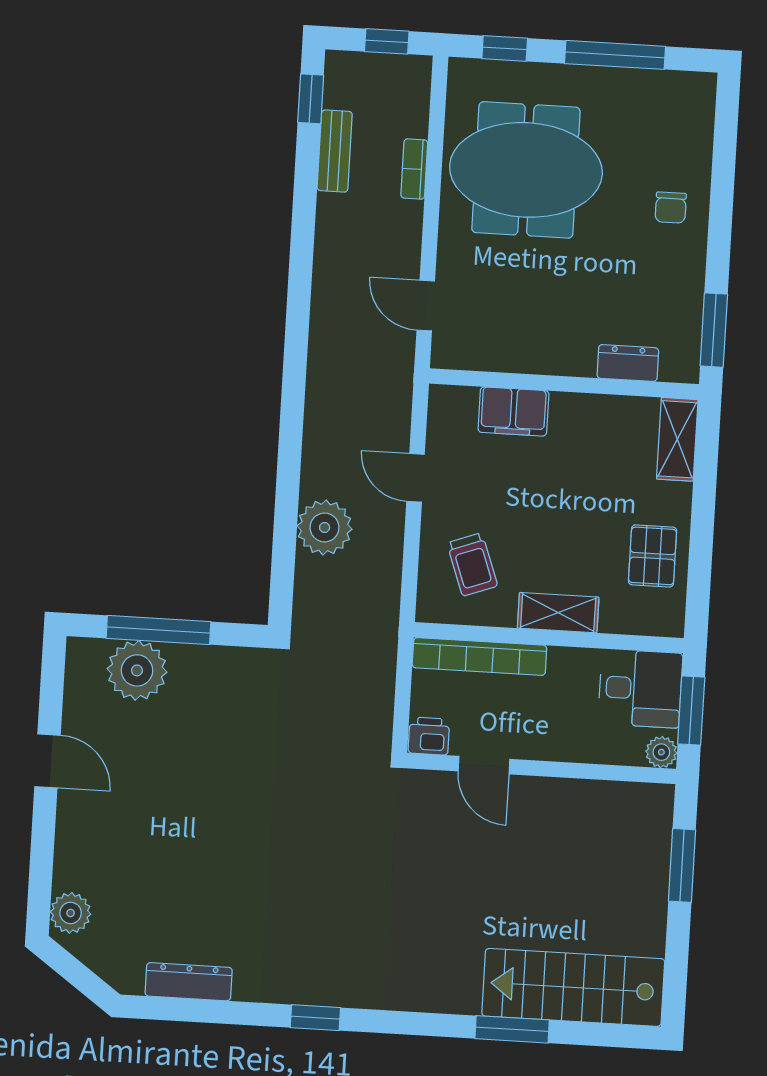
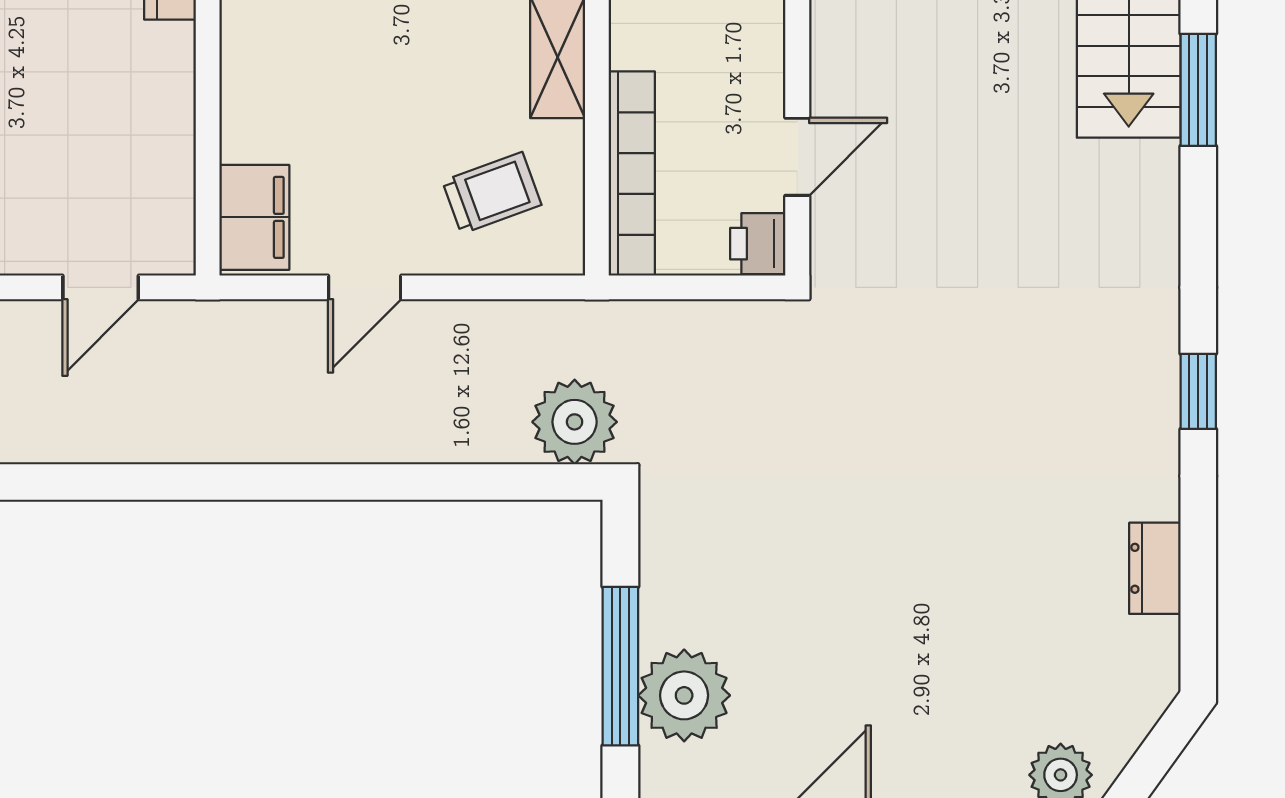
filing cabinet: (513, 411) -> (254, 217), moved
plant: (325, 528) -> (575, 422), moved
dresser: (189, 982) -> (1155, 568), width x0.70

